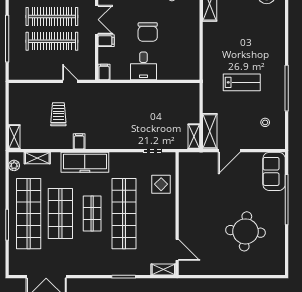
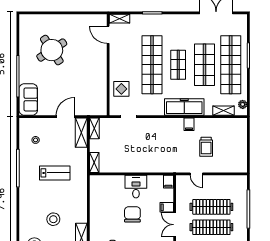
stool: (244, 26) -> (53, 219), added
lab bench: (242, 82) -> (55, 173), turned 180
shelving: (14, 137) -> (94, 162), moved
round table: (245, 231) -> (52, 50), turned -38

